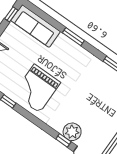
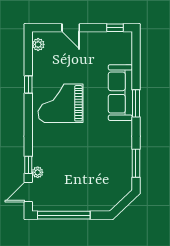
sofa: (36, 26) -> (120, 93), moved
plant: (72, 132) -> (38, 172), width x0.53, depth x0.53

